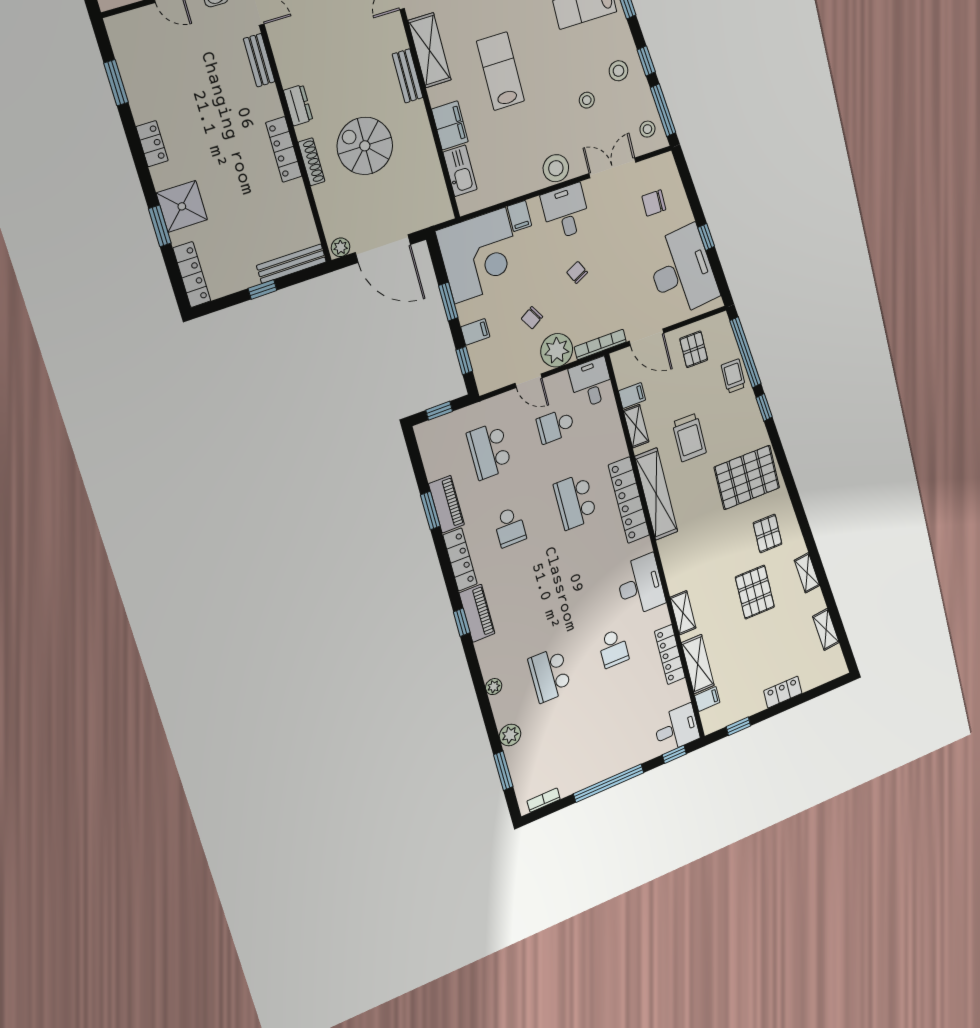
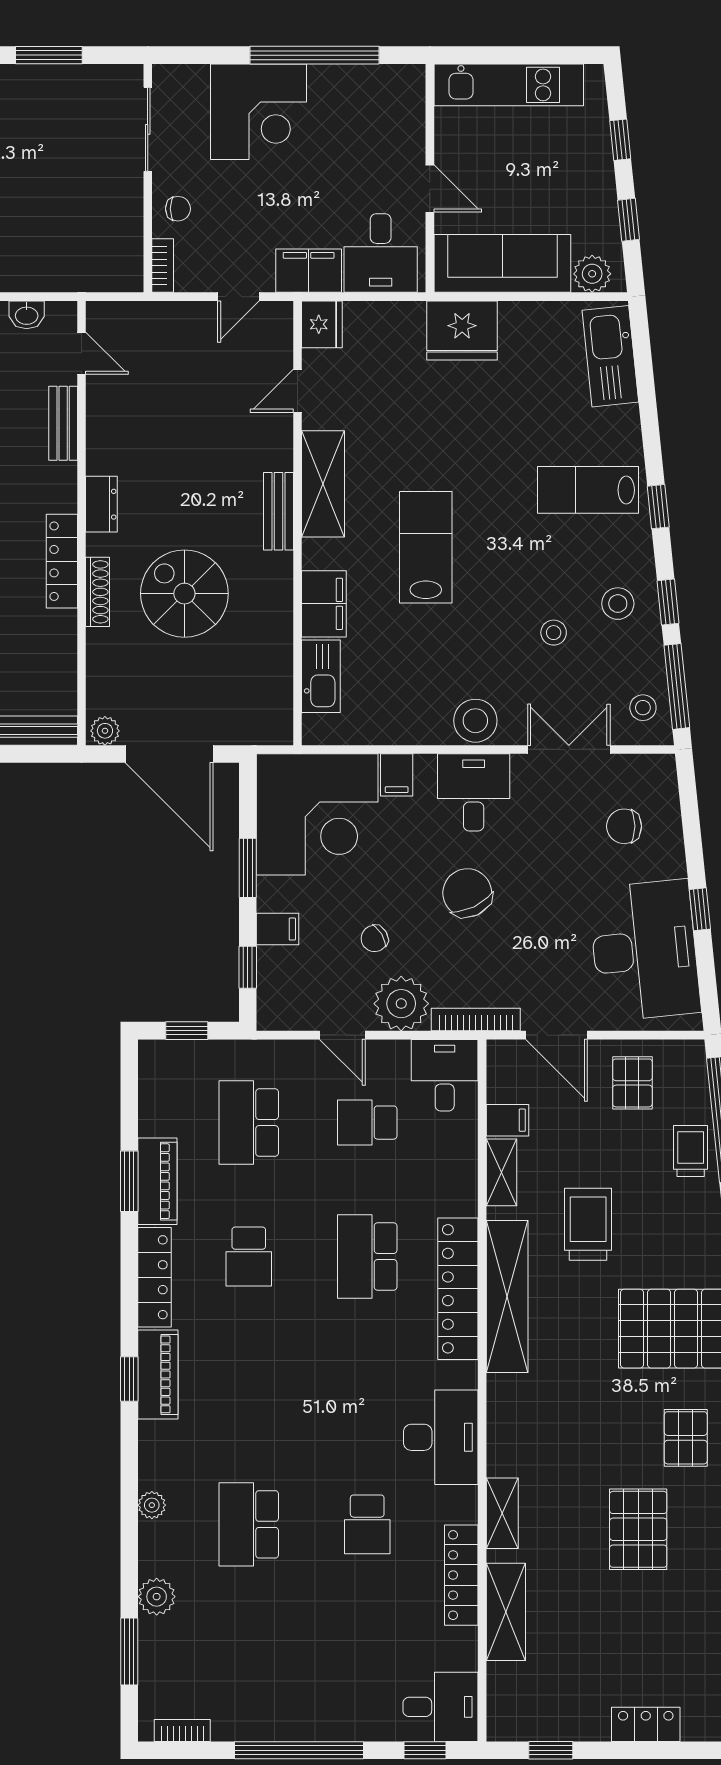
chair: (577, 272) -> (467, 893), width x1.87, depth x1.87
trolley: (689, 437) -> (588, 1224), turned 180
filing cabinet: (707, 699) -> (507, 1679), removed

